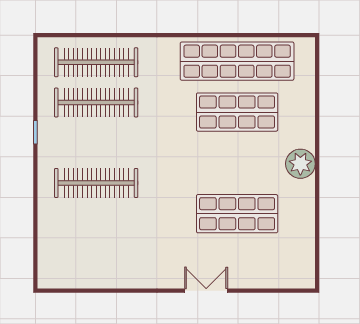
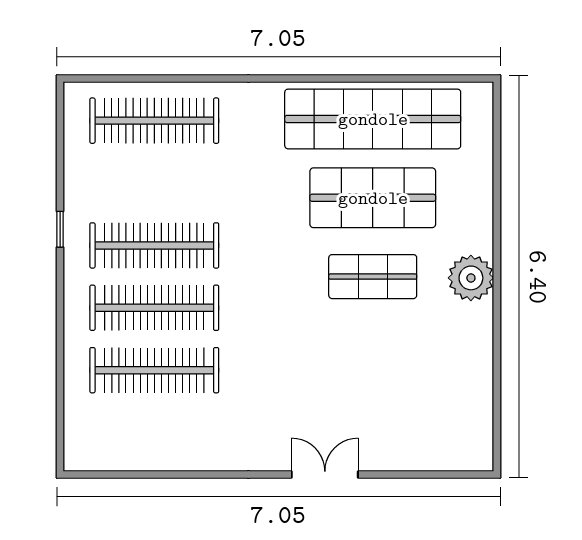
clothes rail: (96, 102) -> (154, 245), moved
shop shelf: (237, 214) -> (373, 277), moved, width x0.70, depth x0.74
clothes rail: (96, 223) -> (154, 370), added

